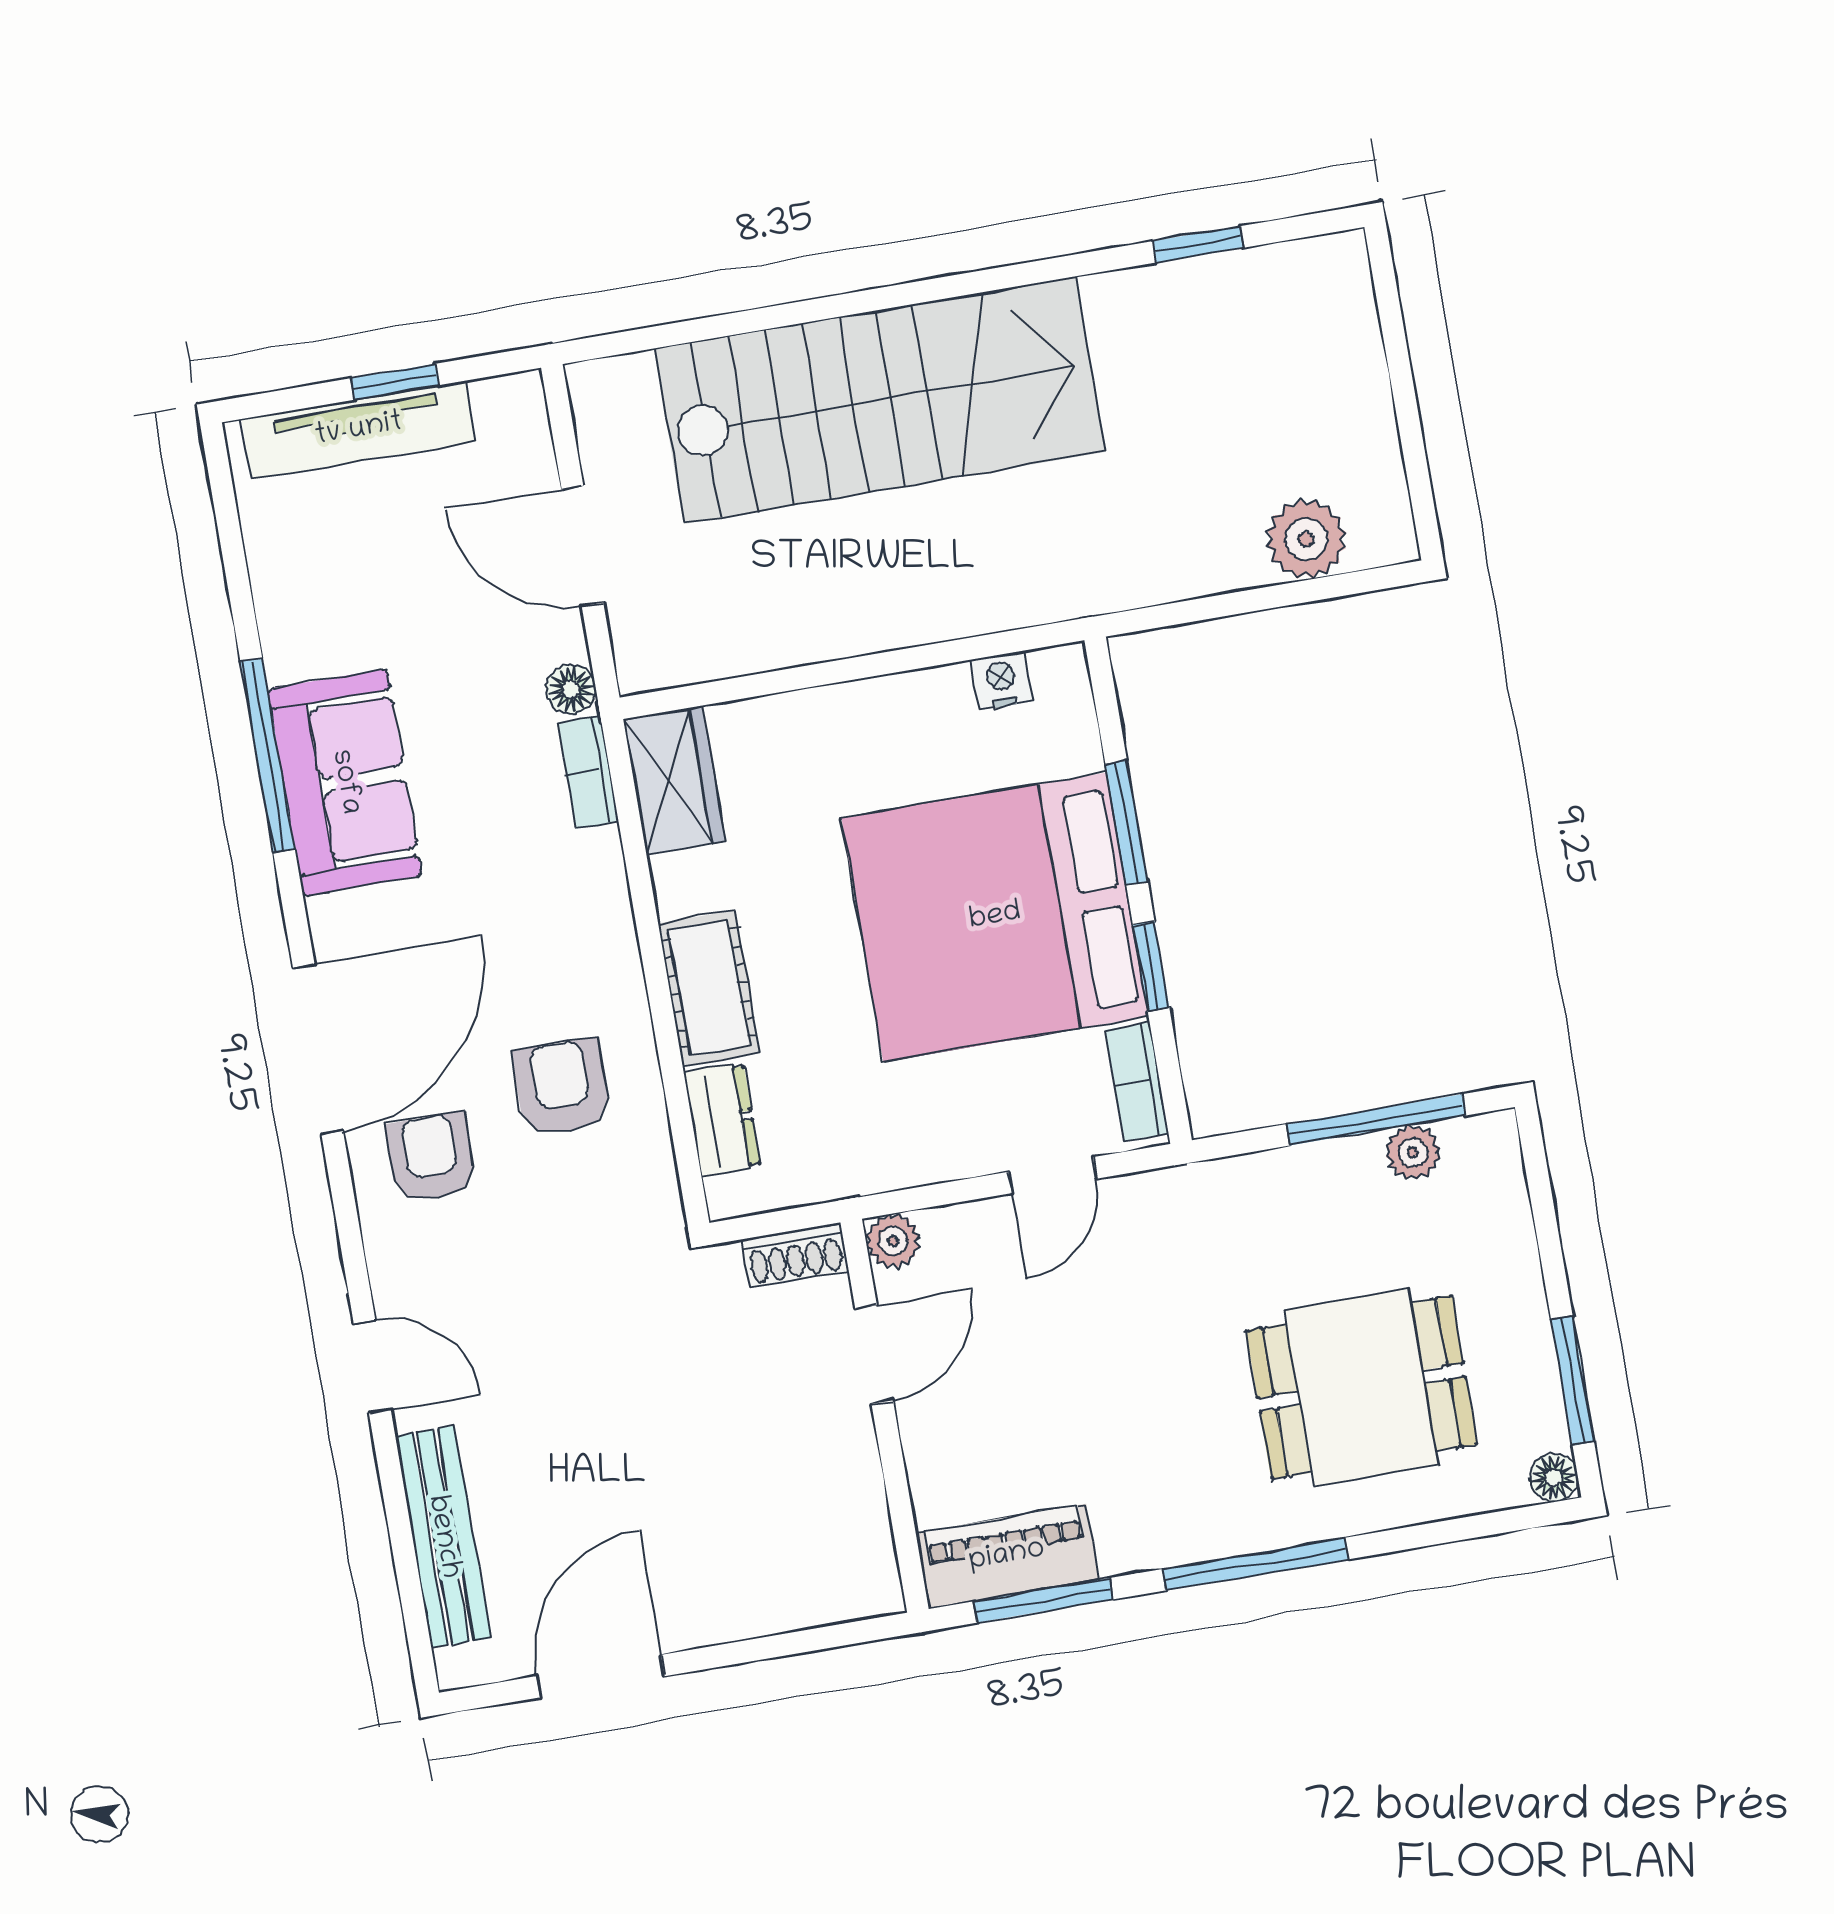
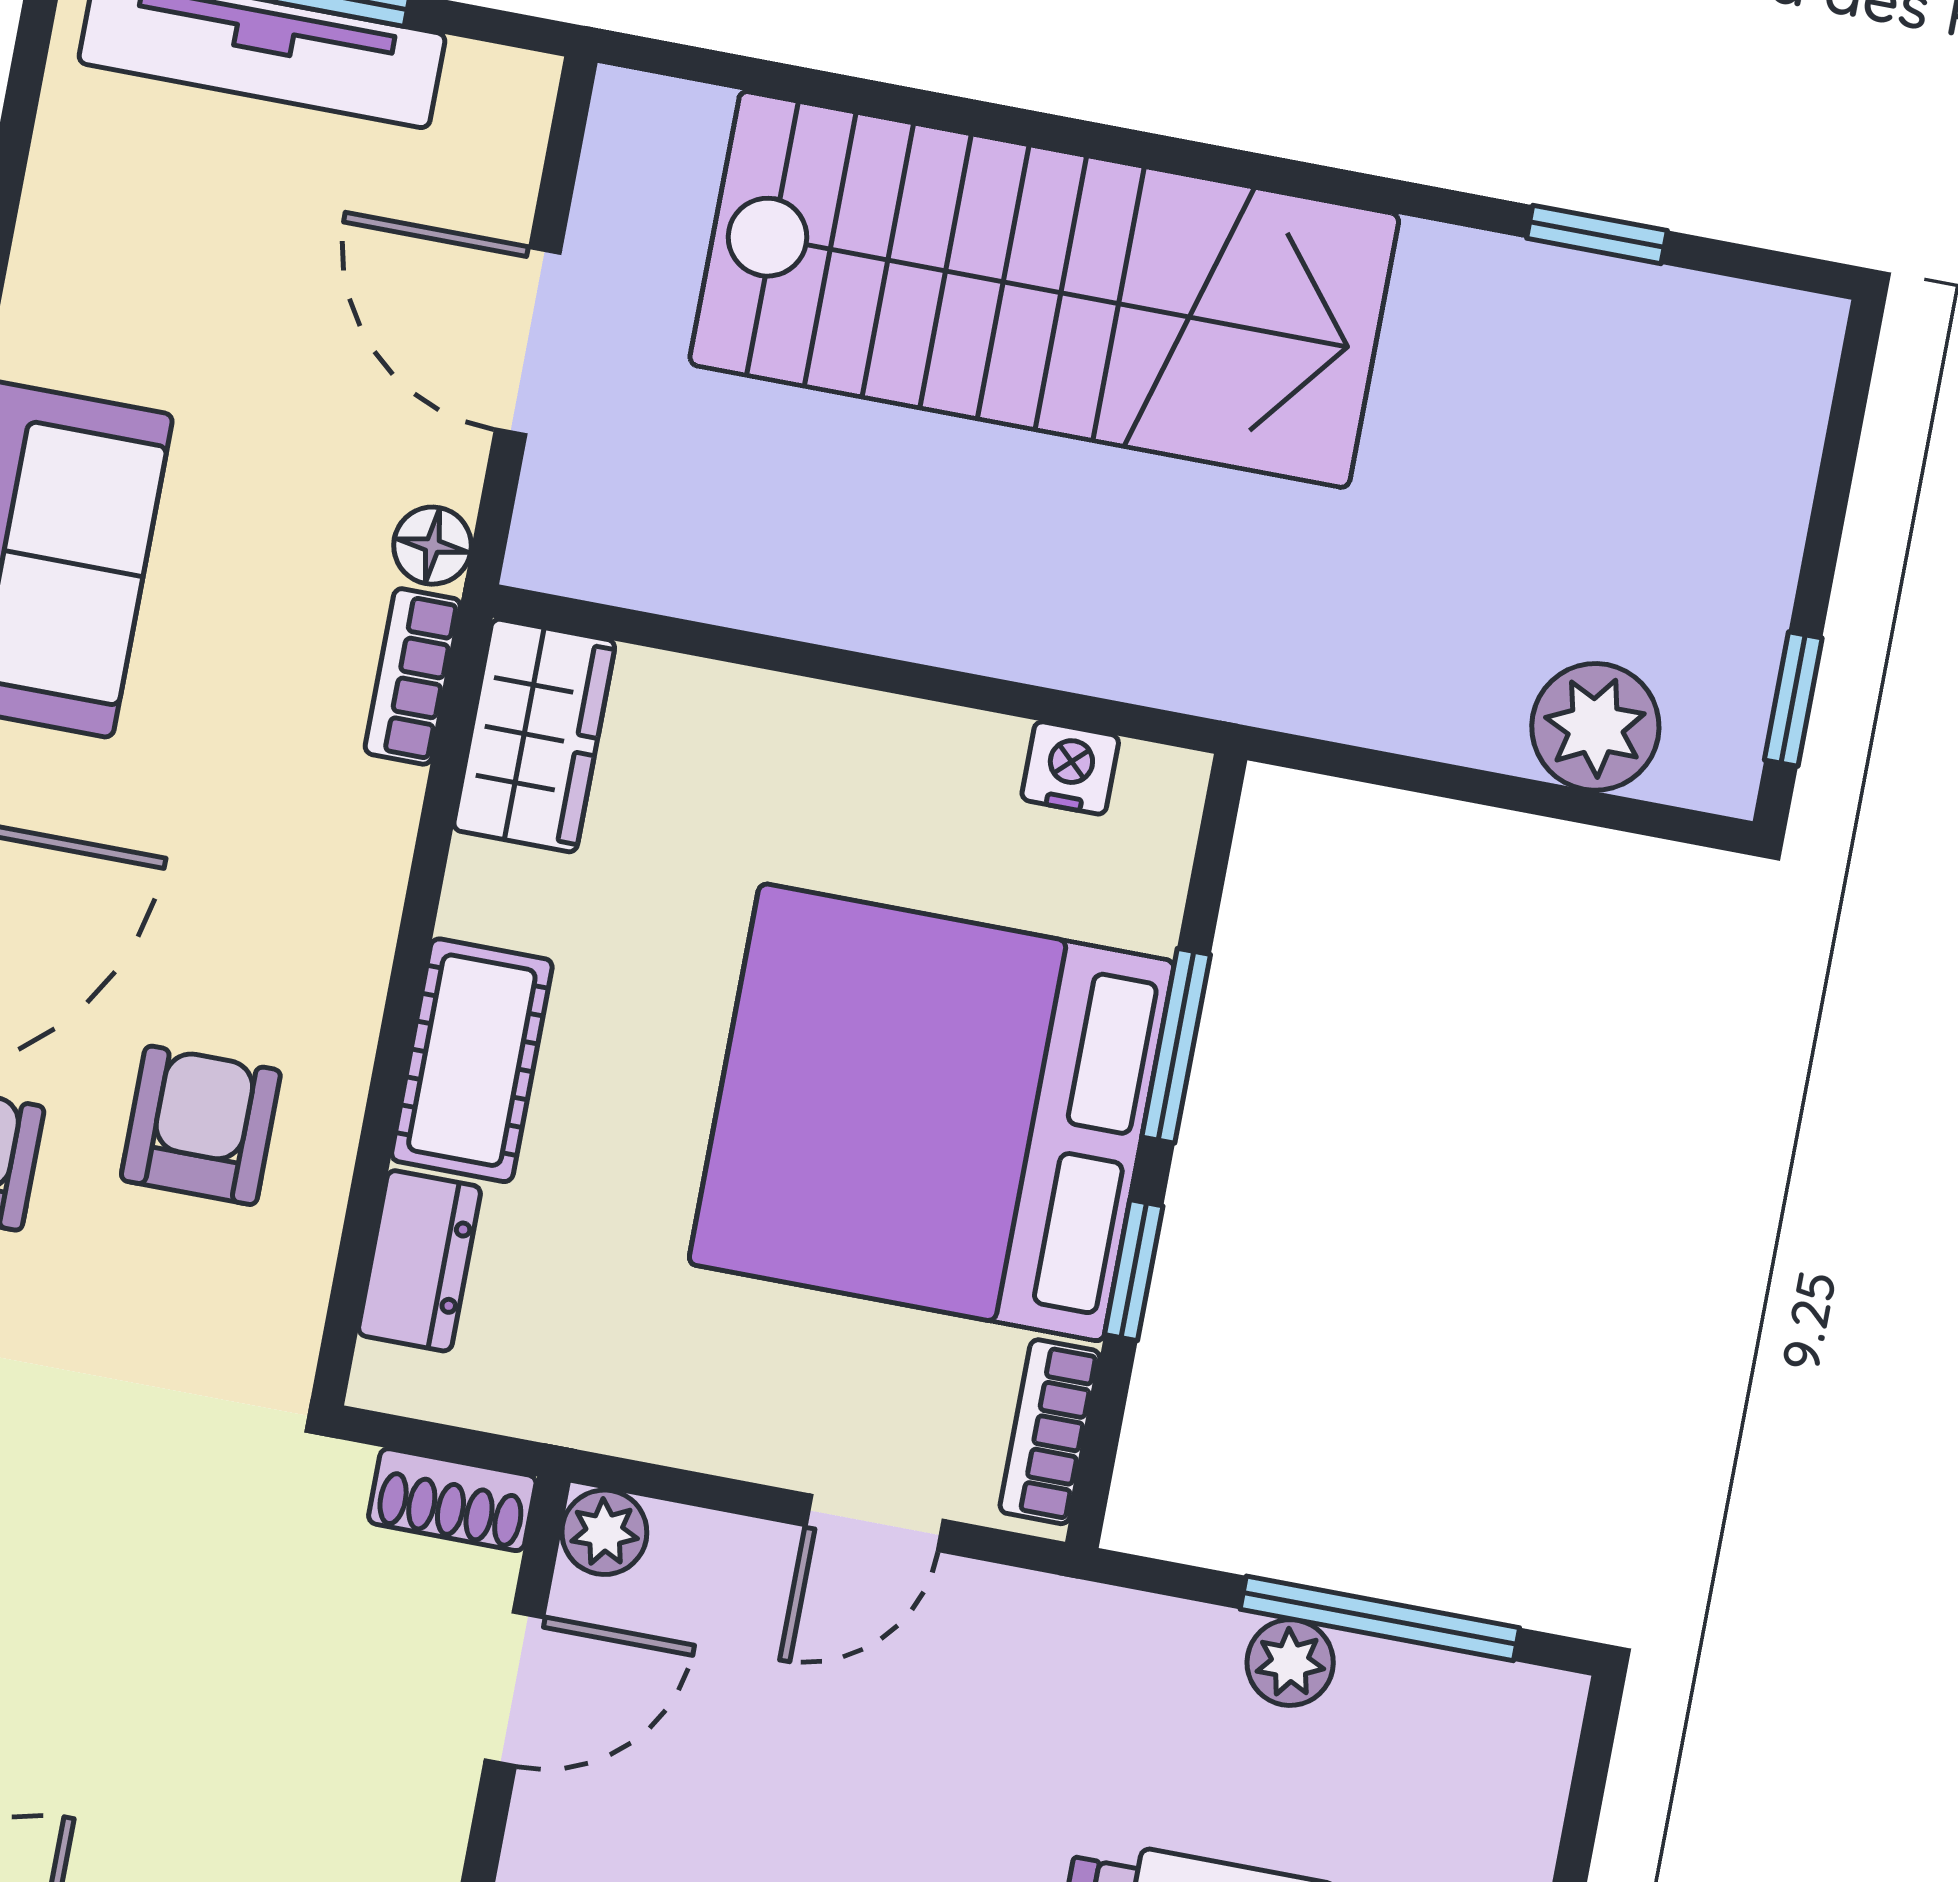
window: (1418, 478) -> (1793, 699), added
plant: (1413, 1152) -> (1290, 1663), moved

